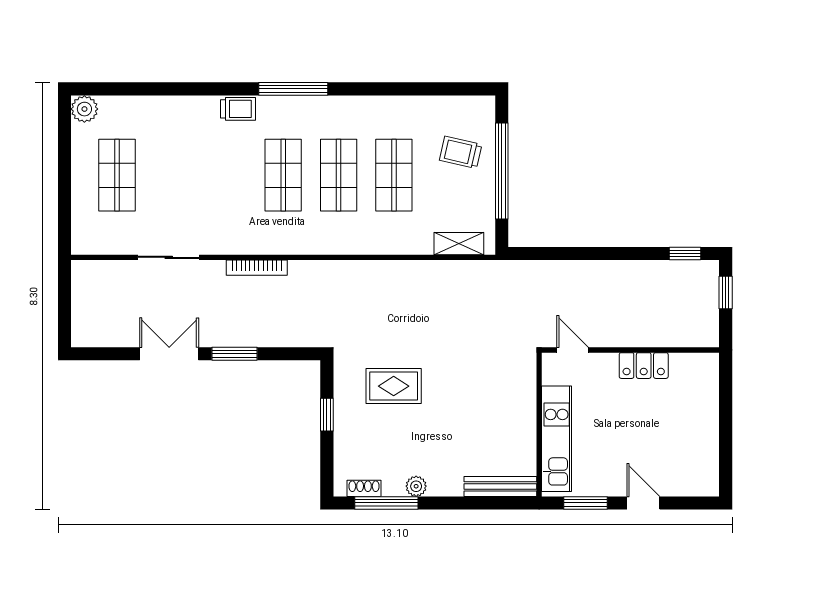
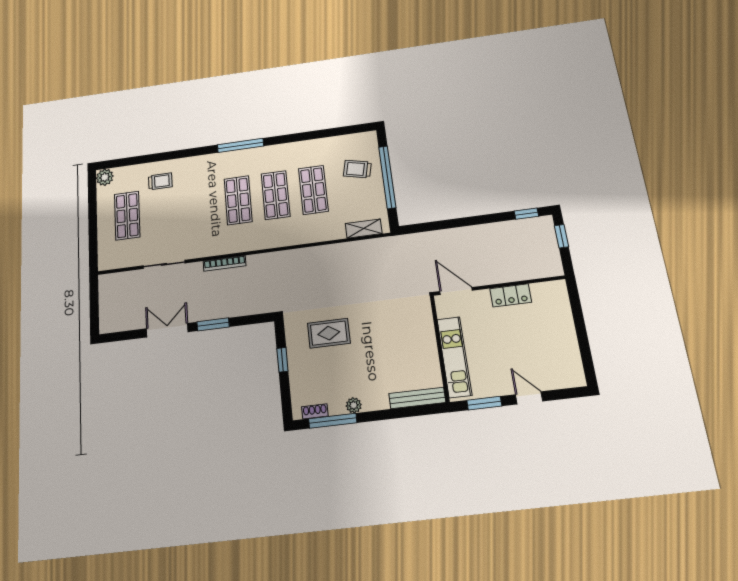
trolley: (238, 109) -> (160, 181), moved
door: (573, 350) -> (456, 291), width x1.38

